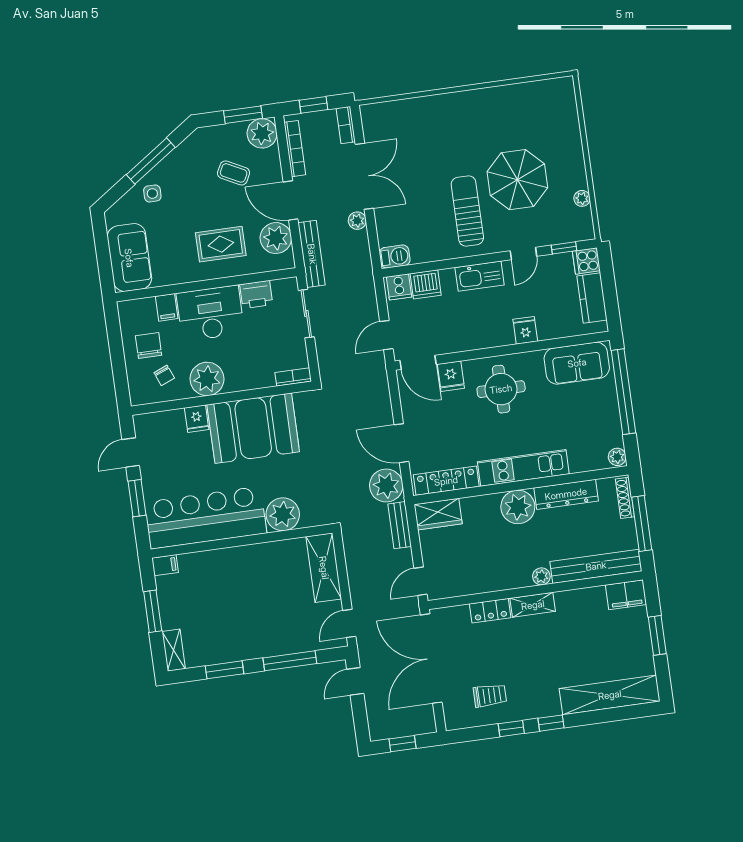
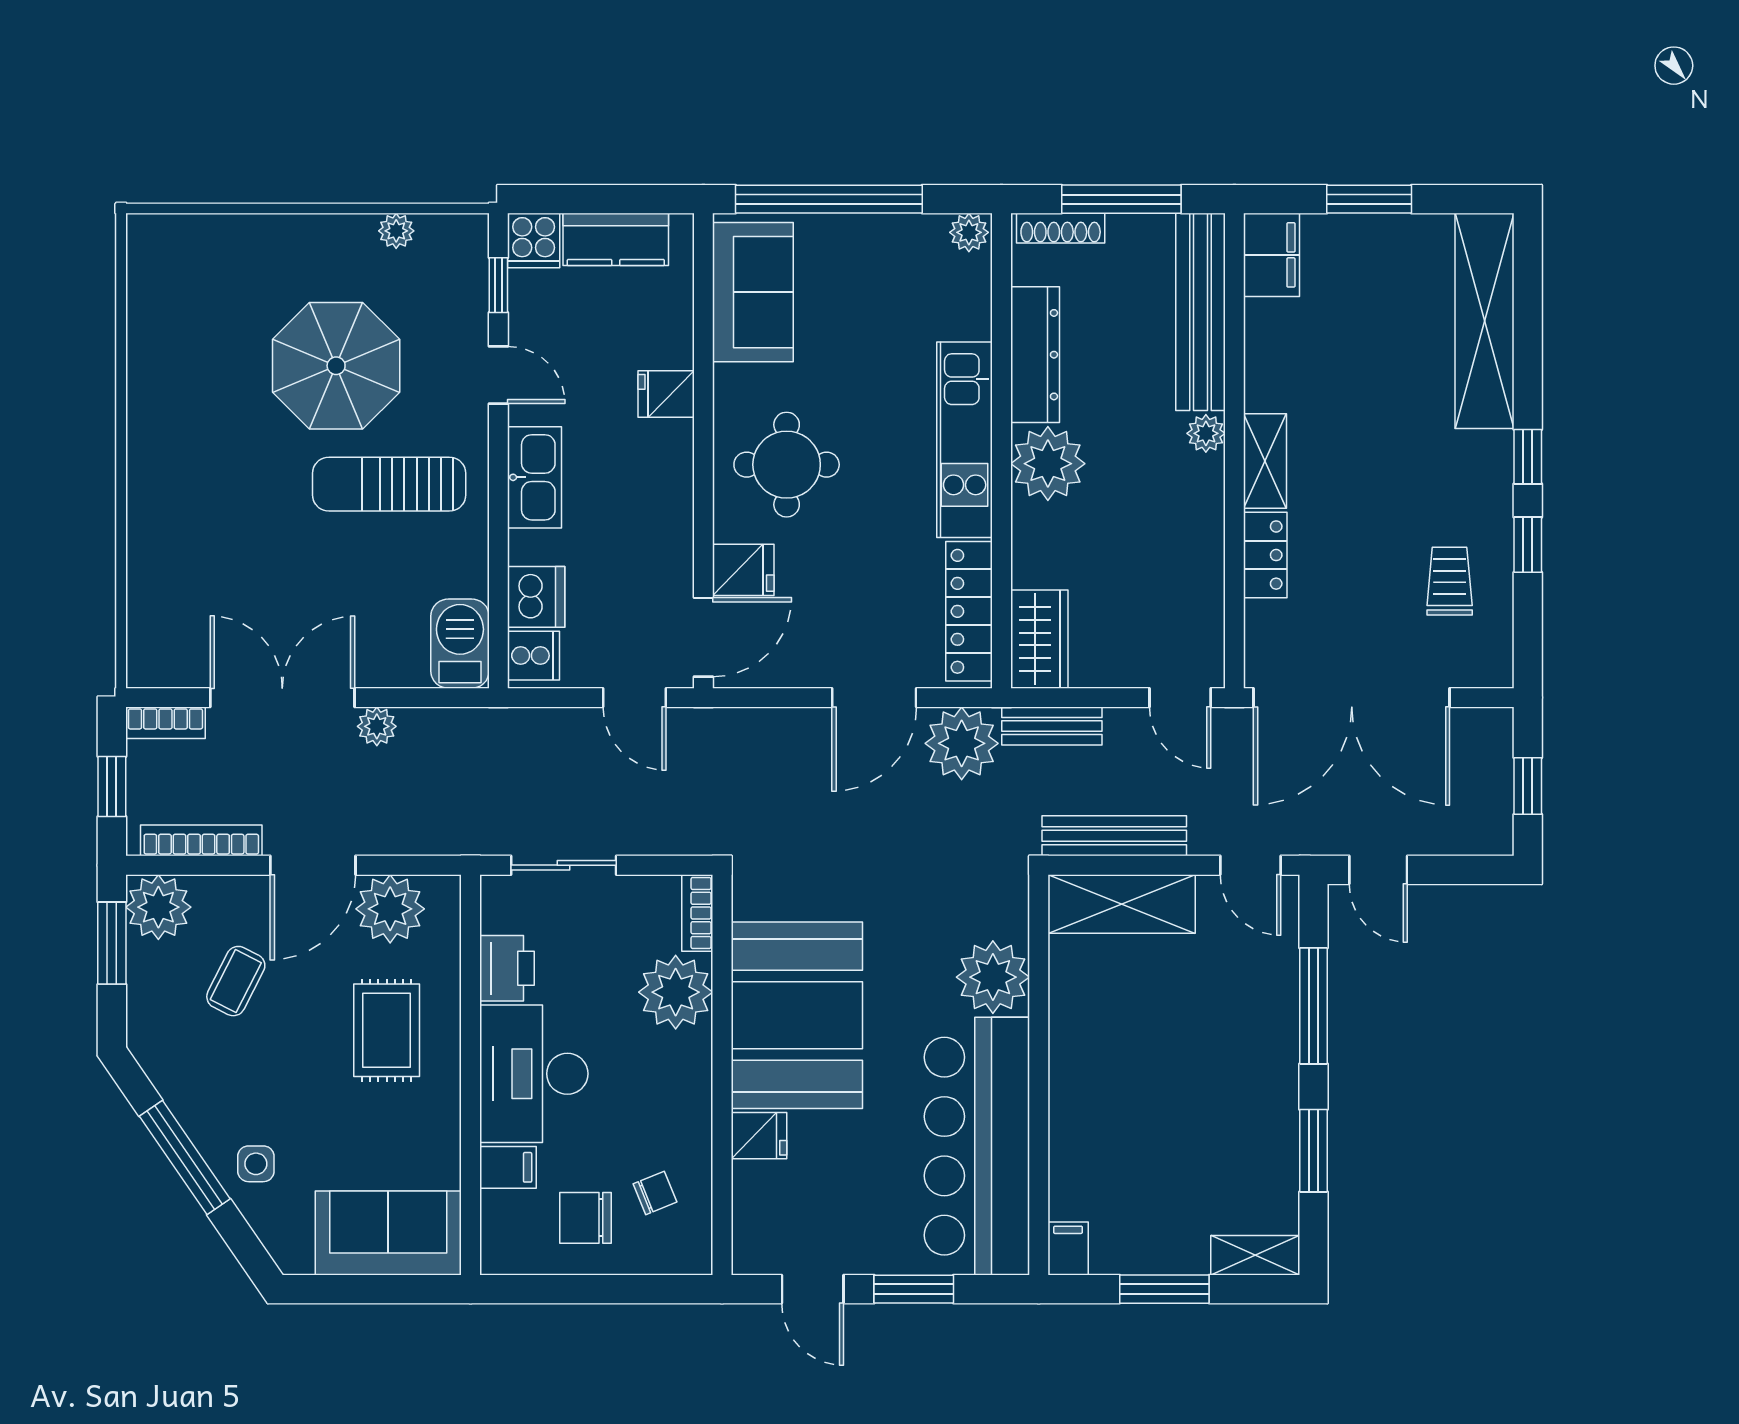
bench: (312, 254) -> (1114, 836), moved
barbecue: (395, 256) -> (460, 644), width x1.38, depth x1.27
plant: (207, 379) -> (676, 992), moved

